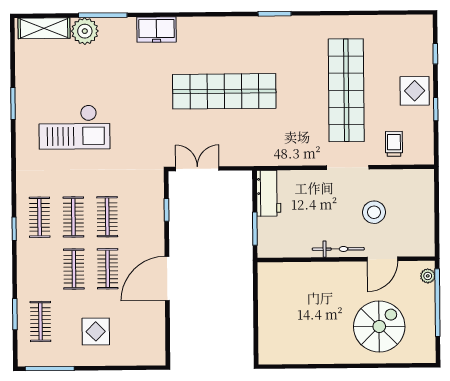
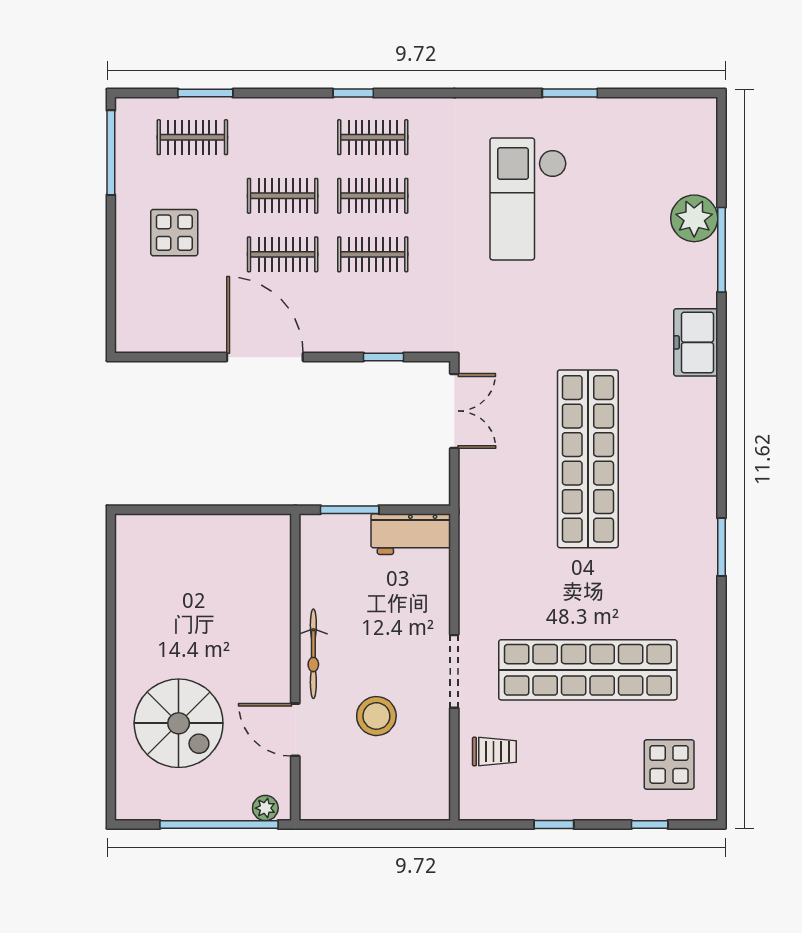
shelving: (44, 28) -> (700, 148), removed
display table: (415, 91) -> (669, 764), moved

